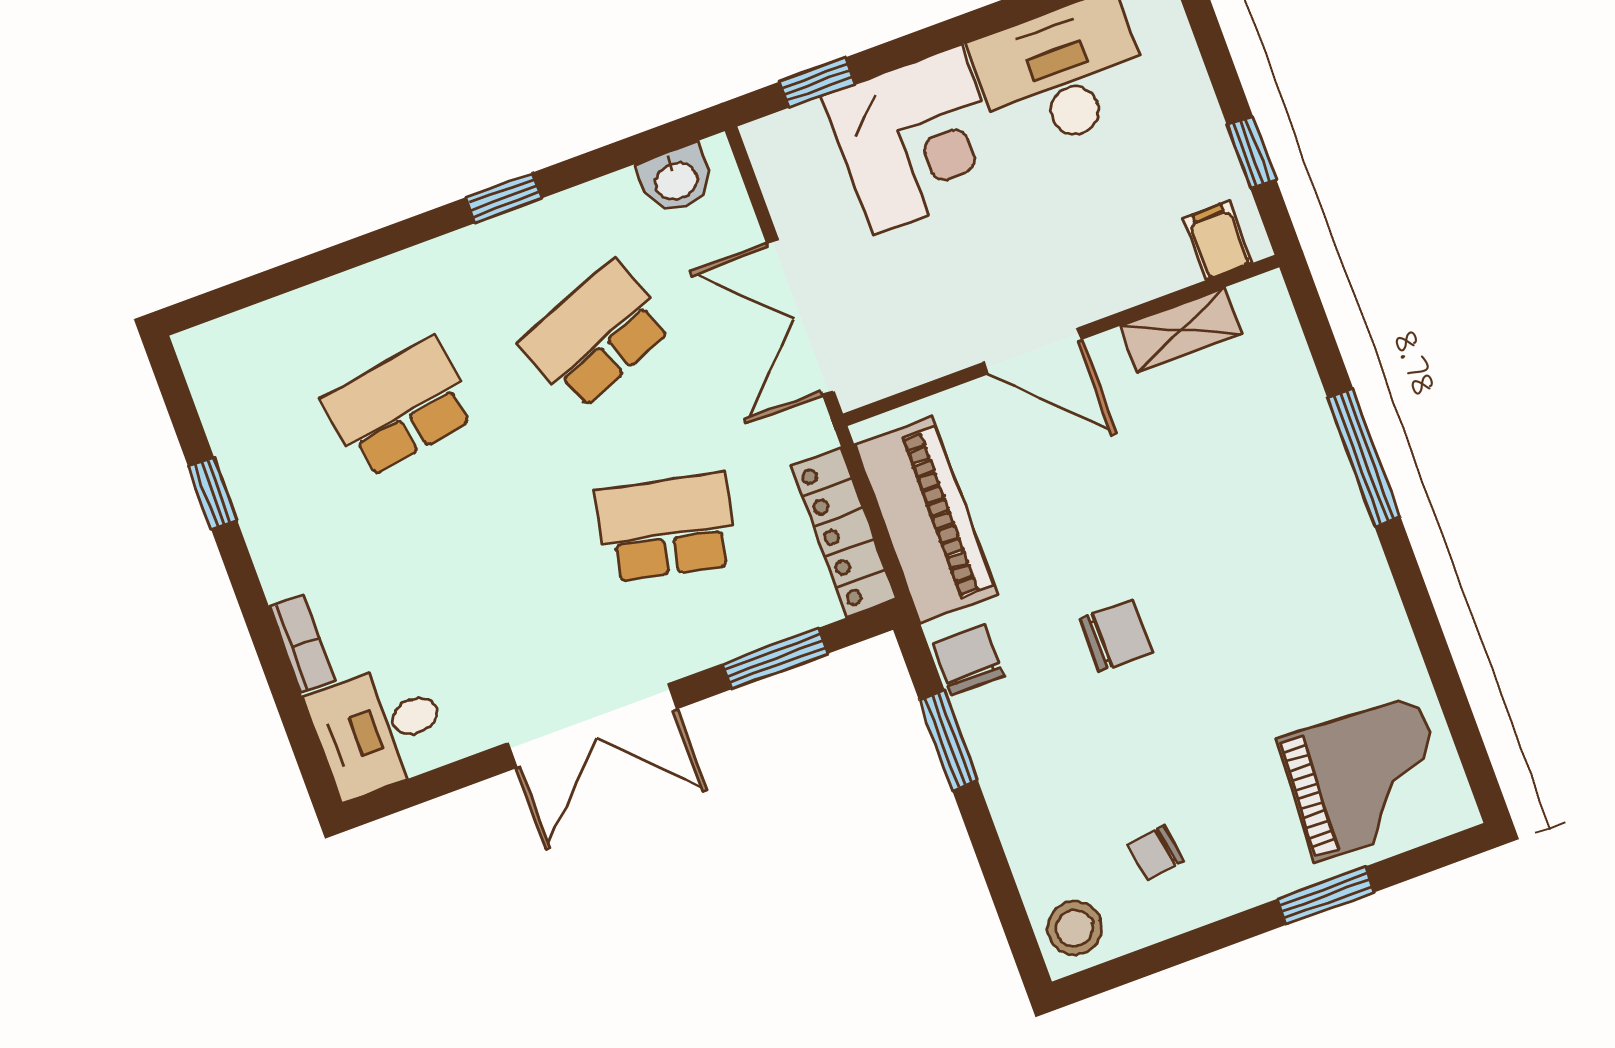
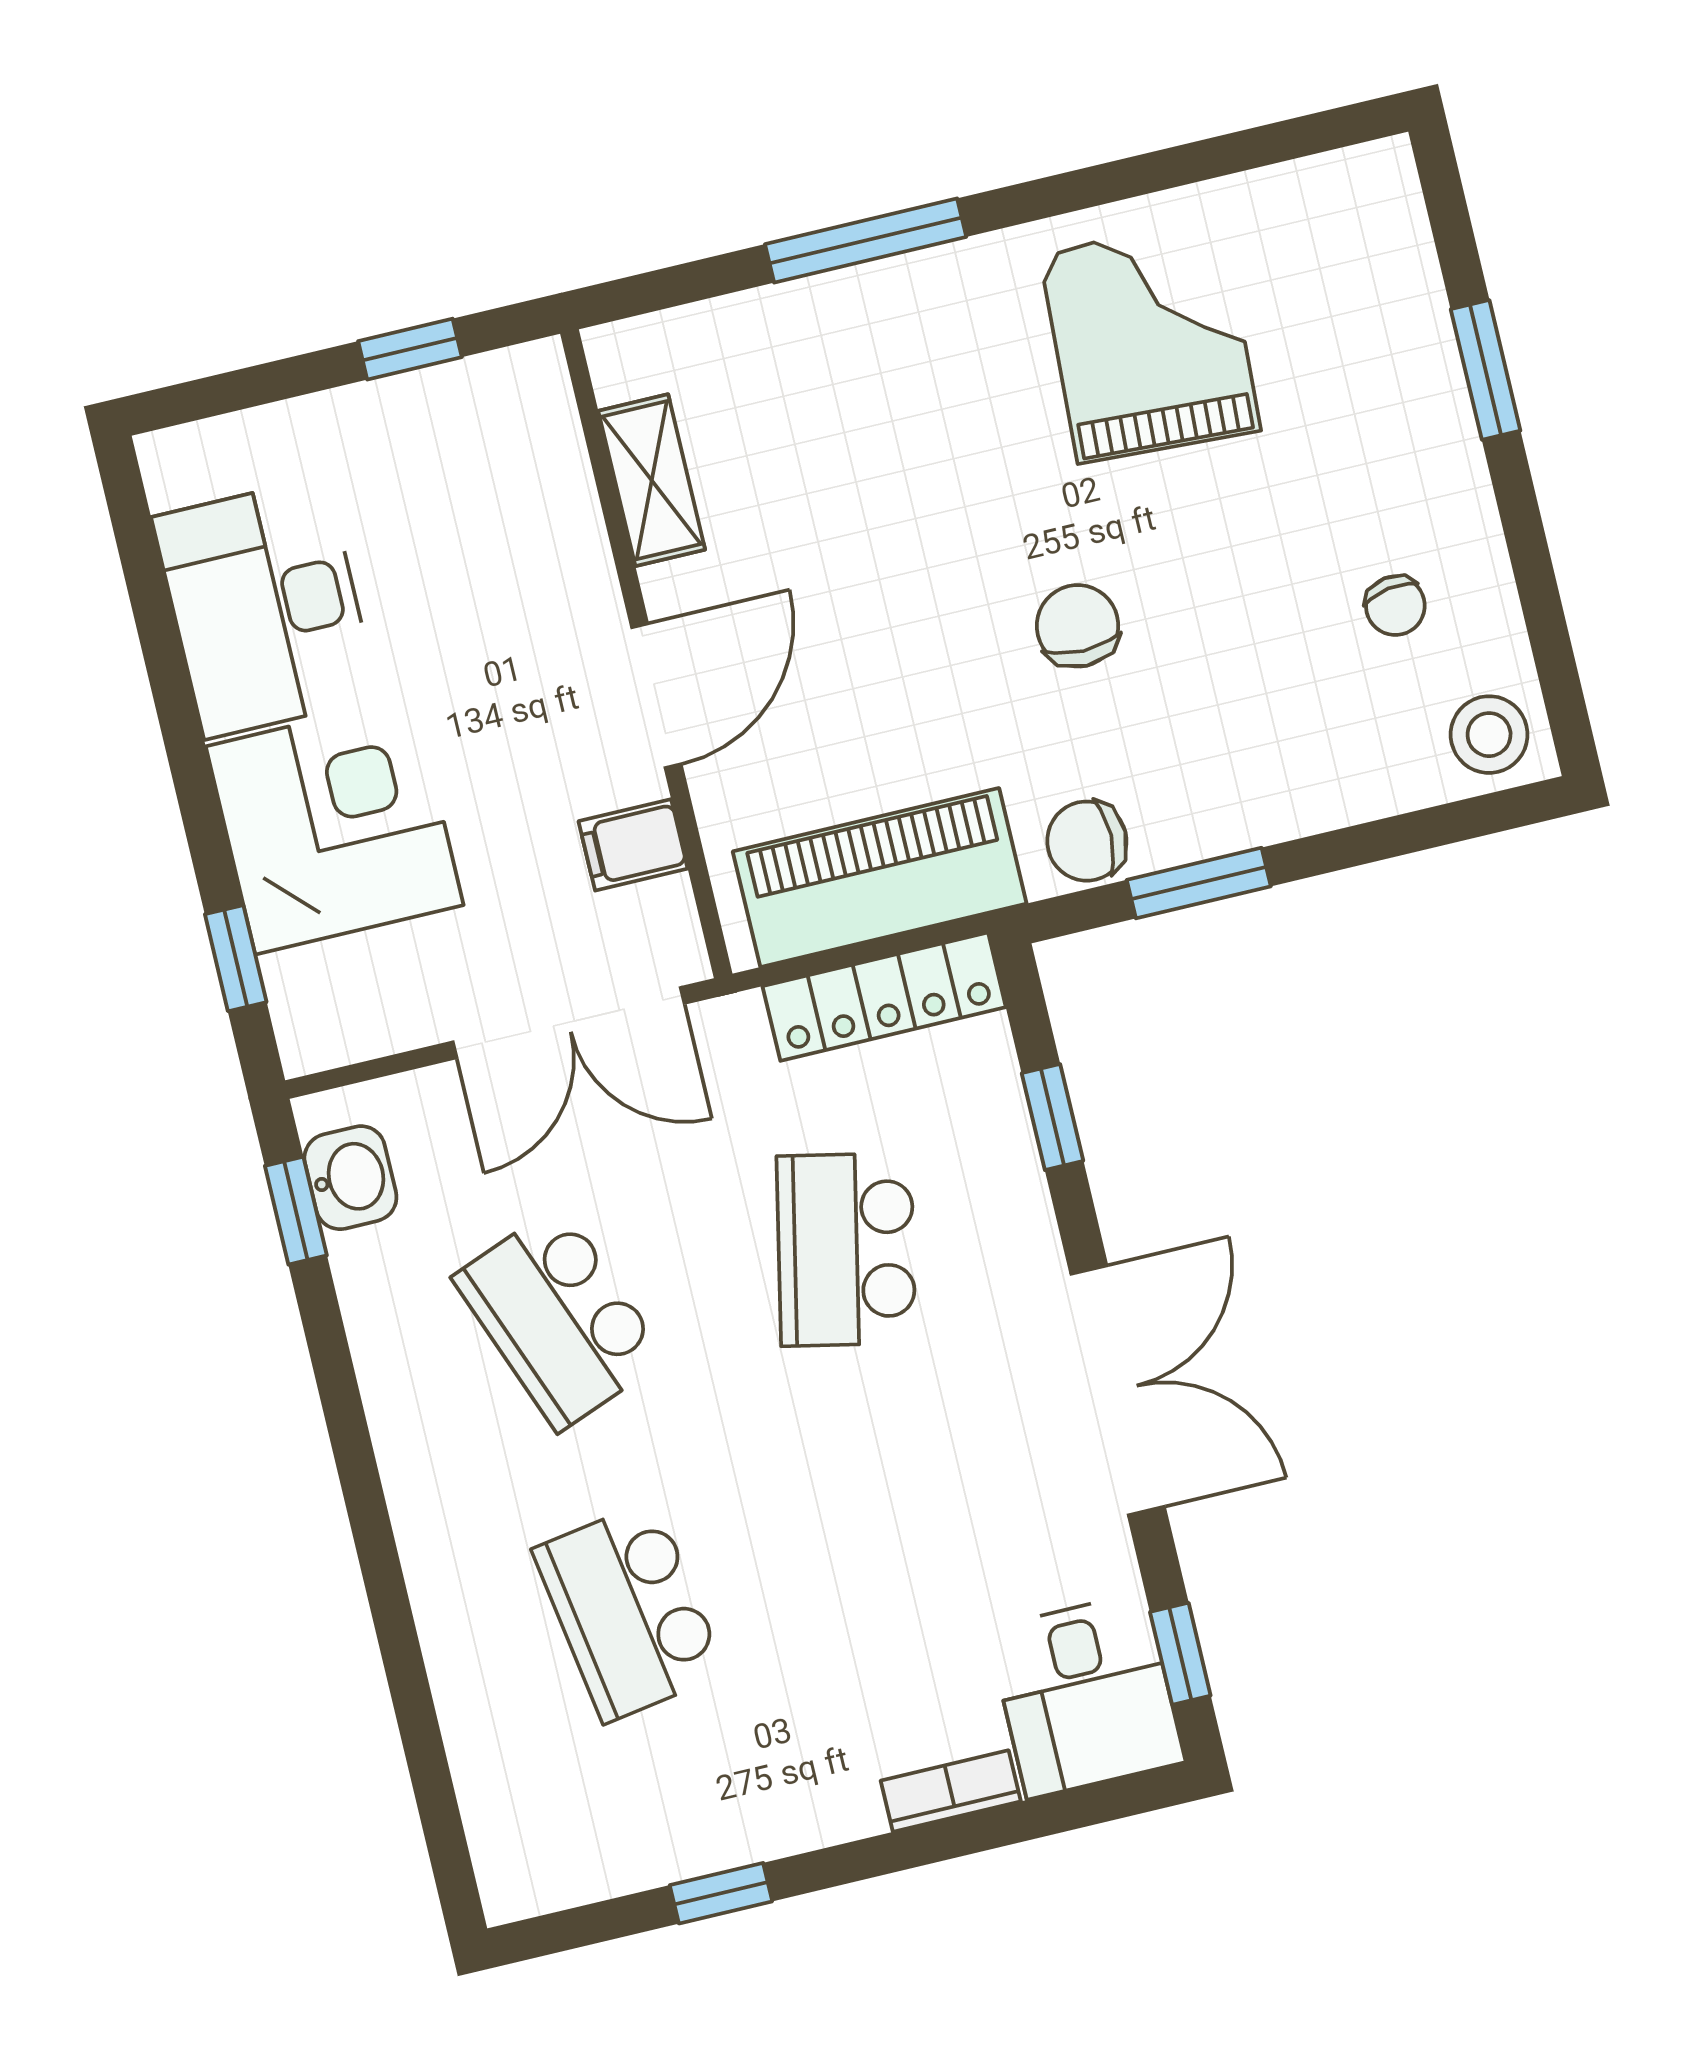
window: (504, 198) -> (296, 1211), moved
filing cabinet: (1218, 241) -> (633, 845), moved
window: (775, 658) -> (1052, 1117), width x0.67
grand piano: (1366, 779) -> (1150, 341), moved
window: (416, 791) -> (1180, 1654), added

